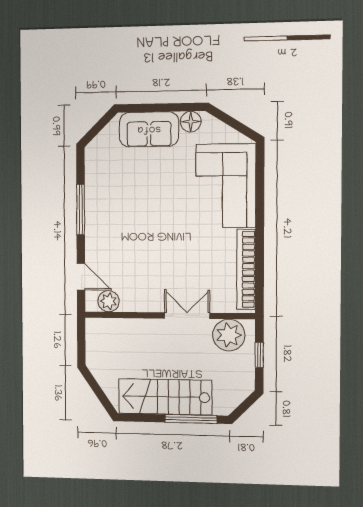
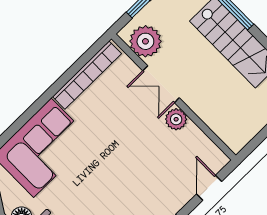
plant: (109, 301) -> (176, 119), moved

